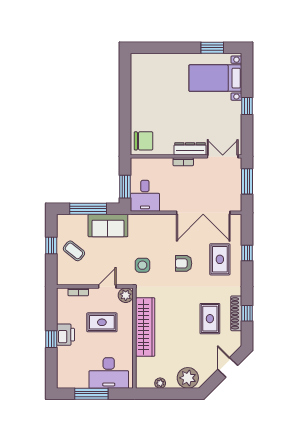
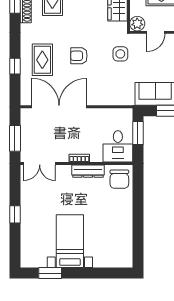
bed with nightstands: (215, 78) -> (70, 241), moved, turned -90
chair: (143, 141) -> (119, 179), turned -90
dresser: (190, 149) -> (88, 171), moved
desk: (145, 196) -> (118, 146), moved, turned 180
armchair: (184, 263) -> (79, 56), turned 180

